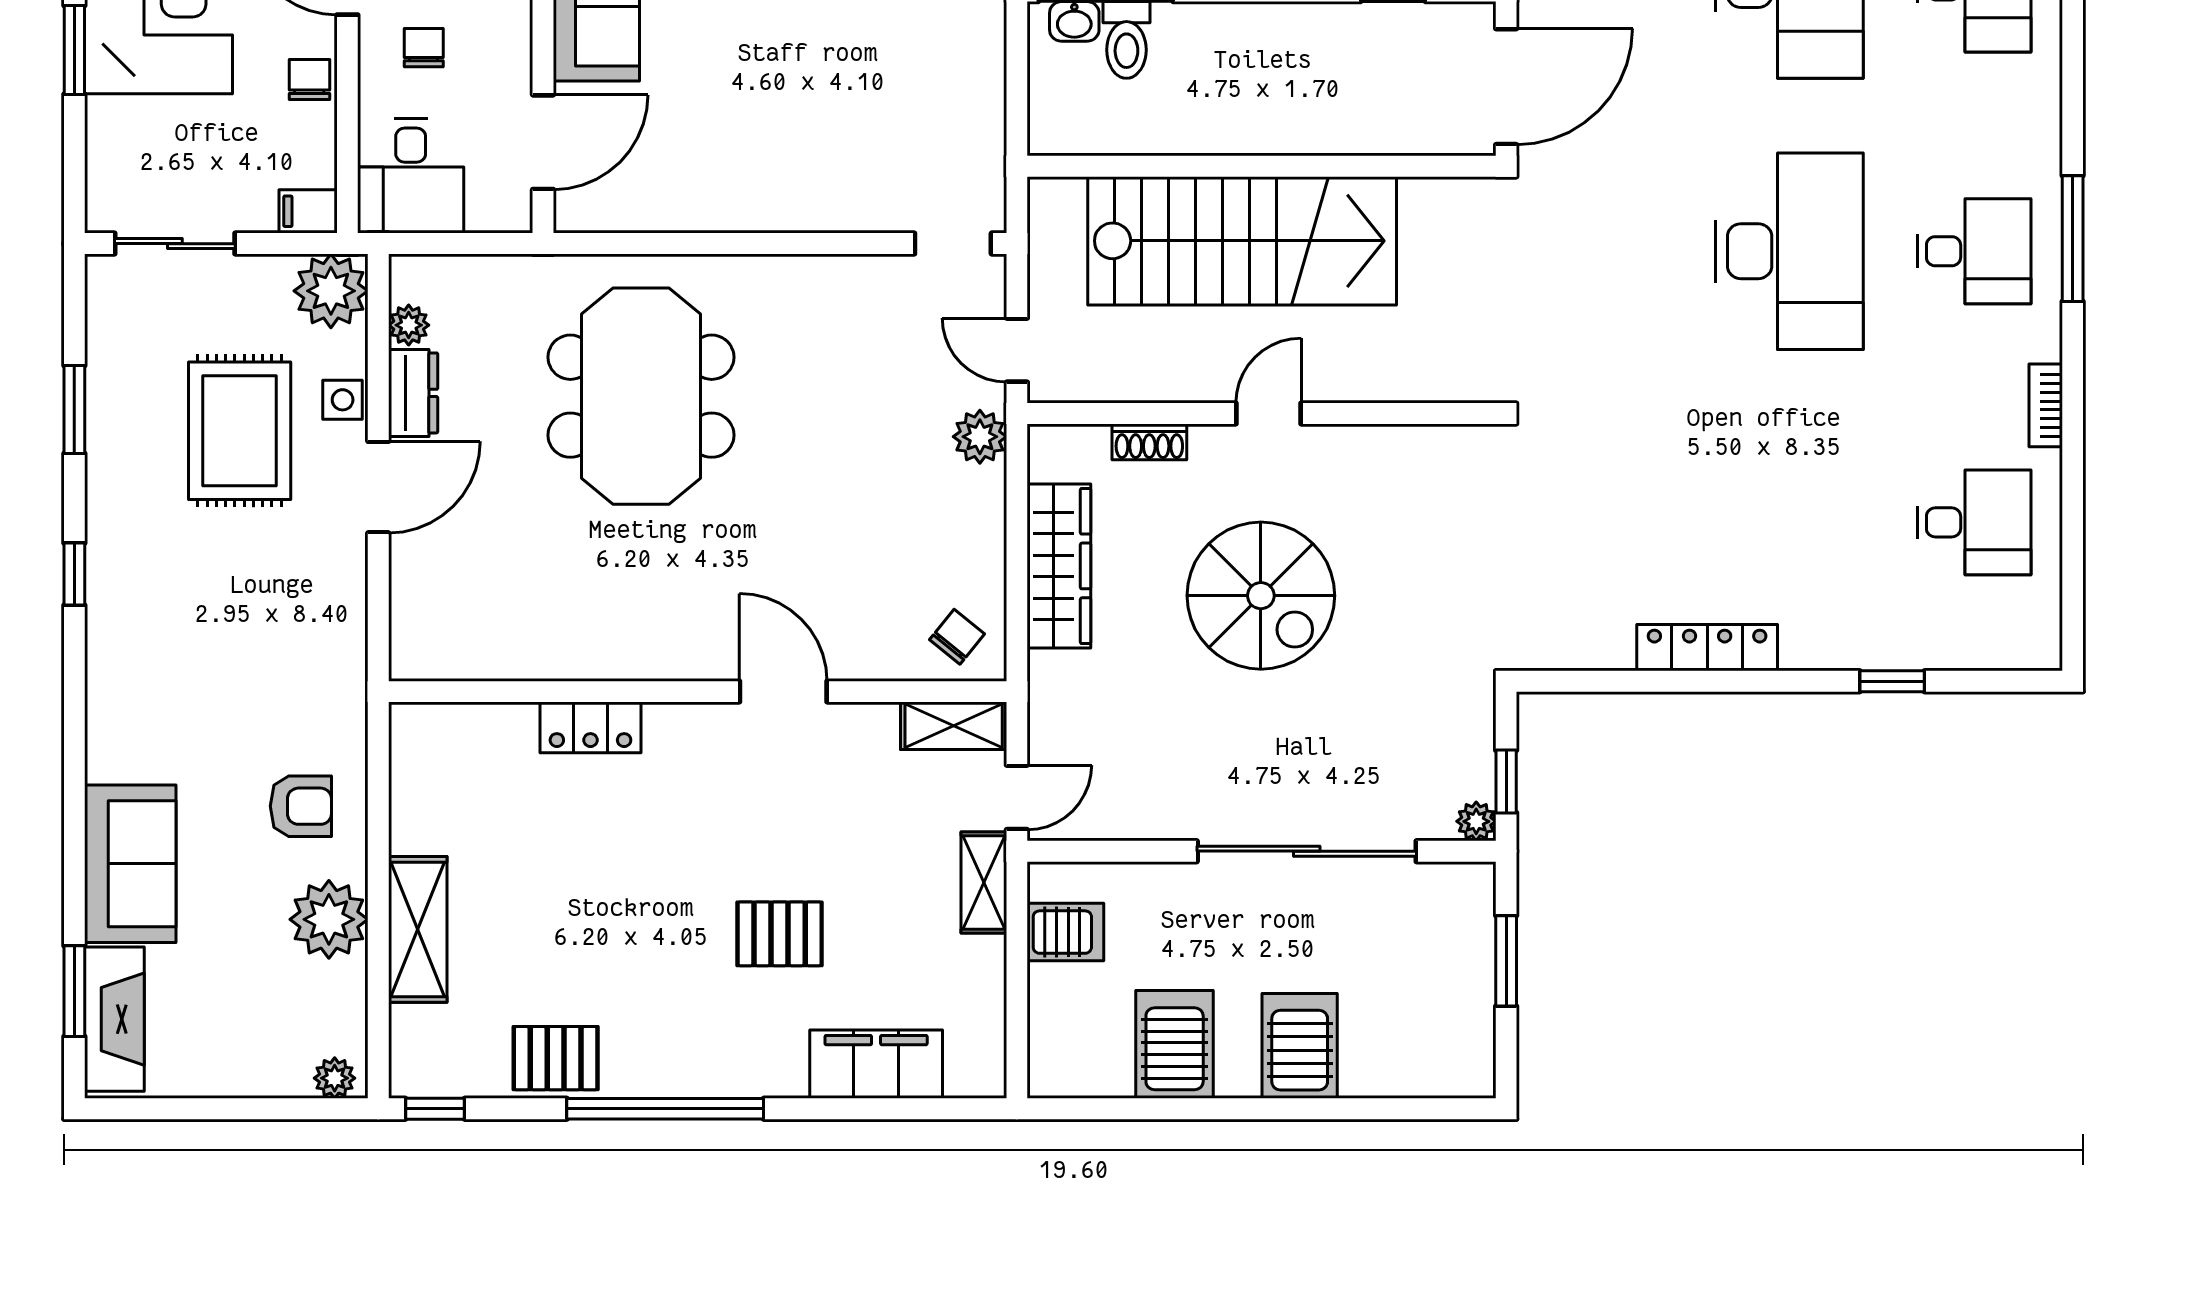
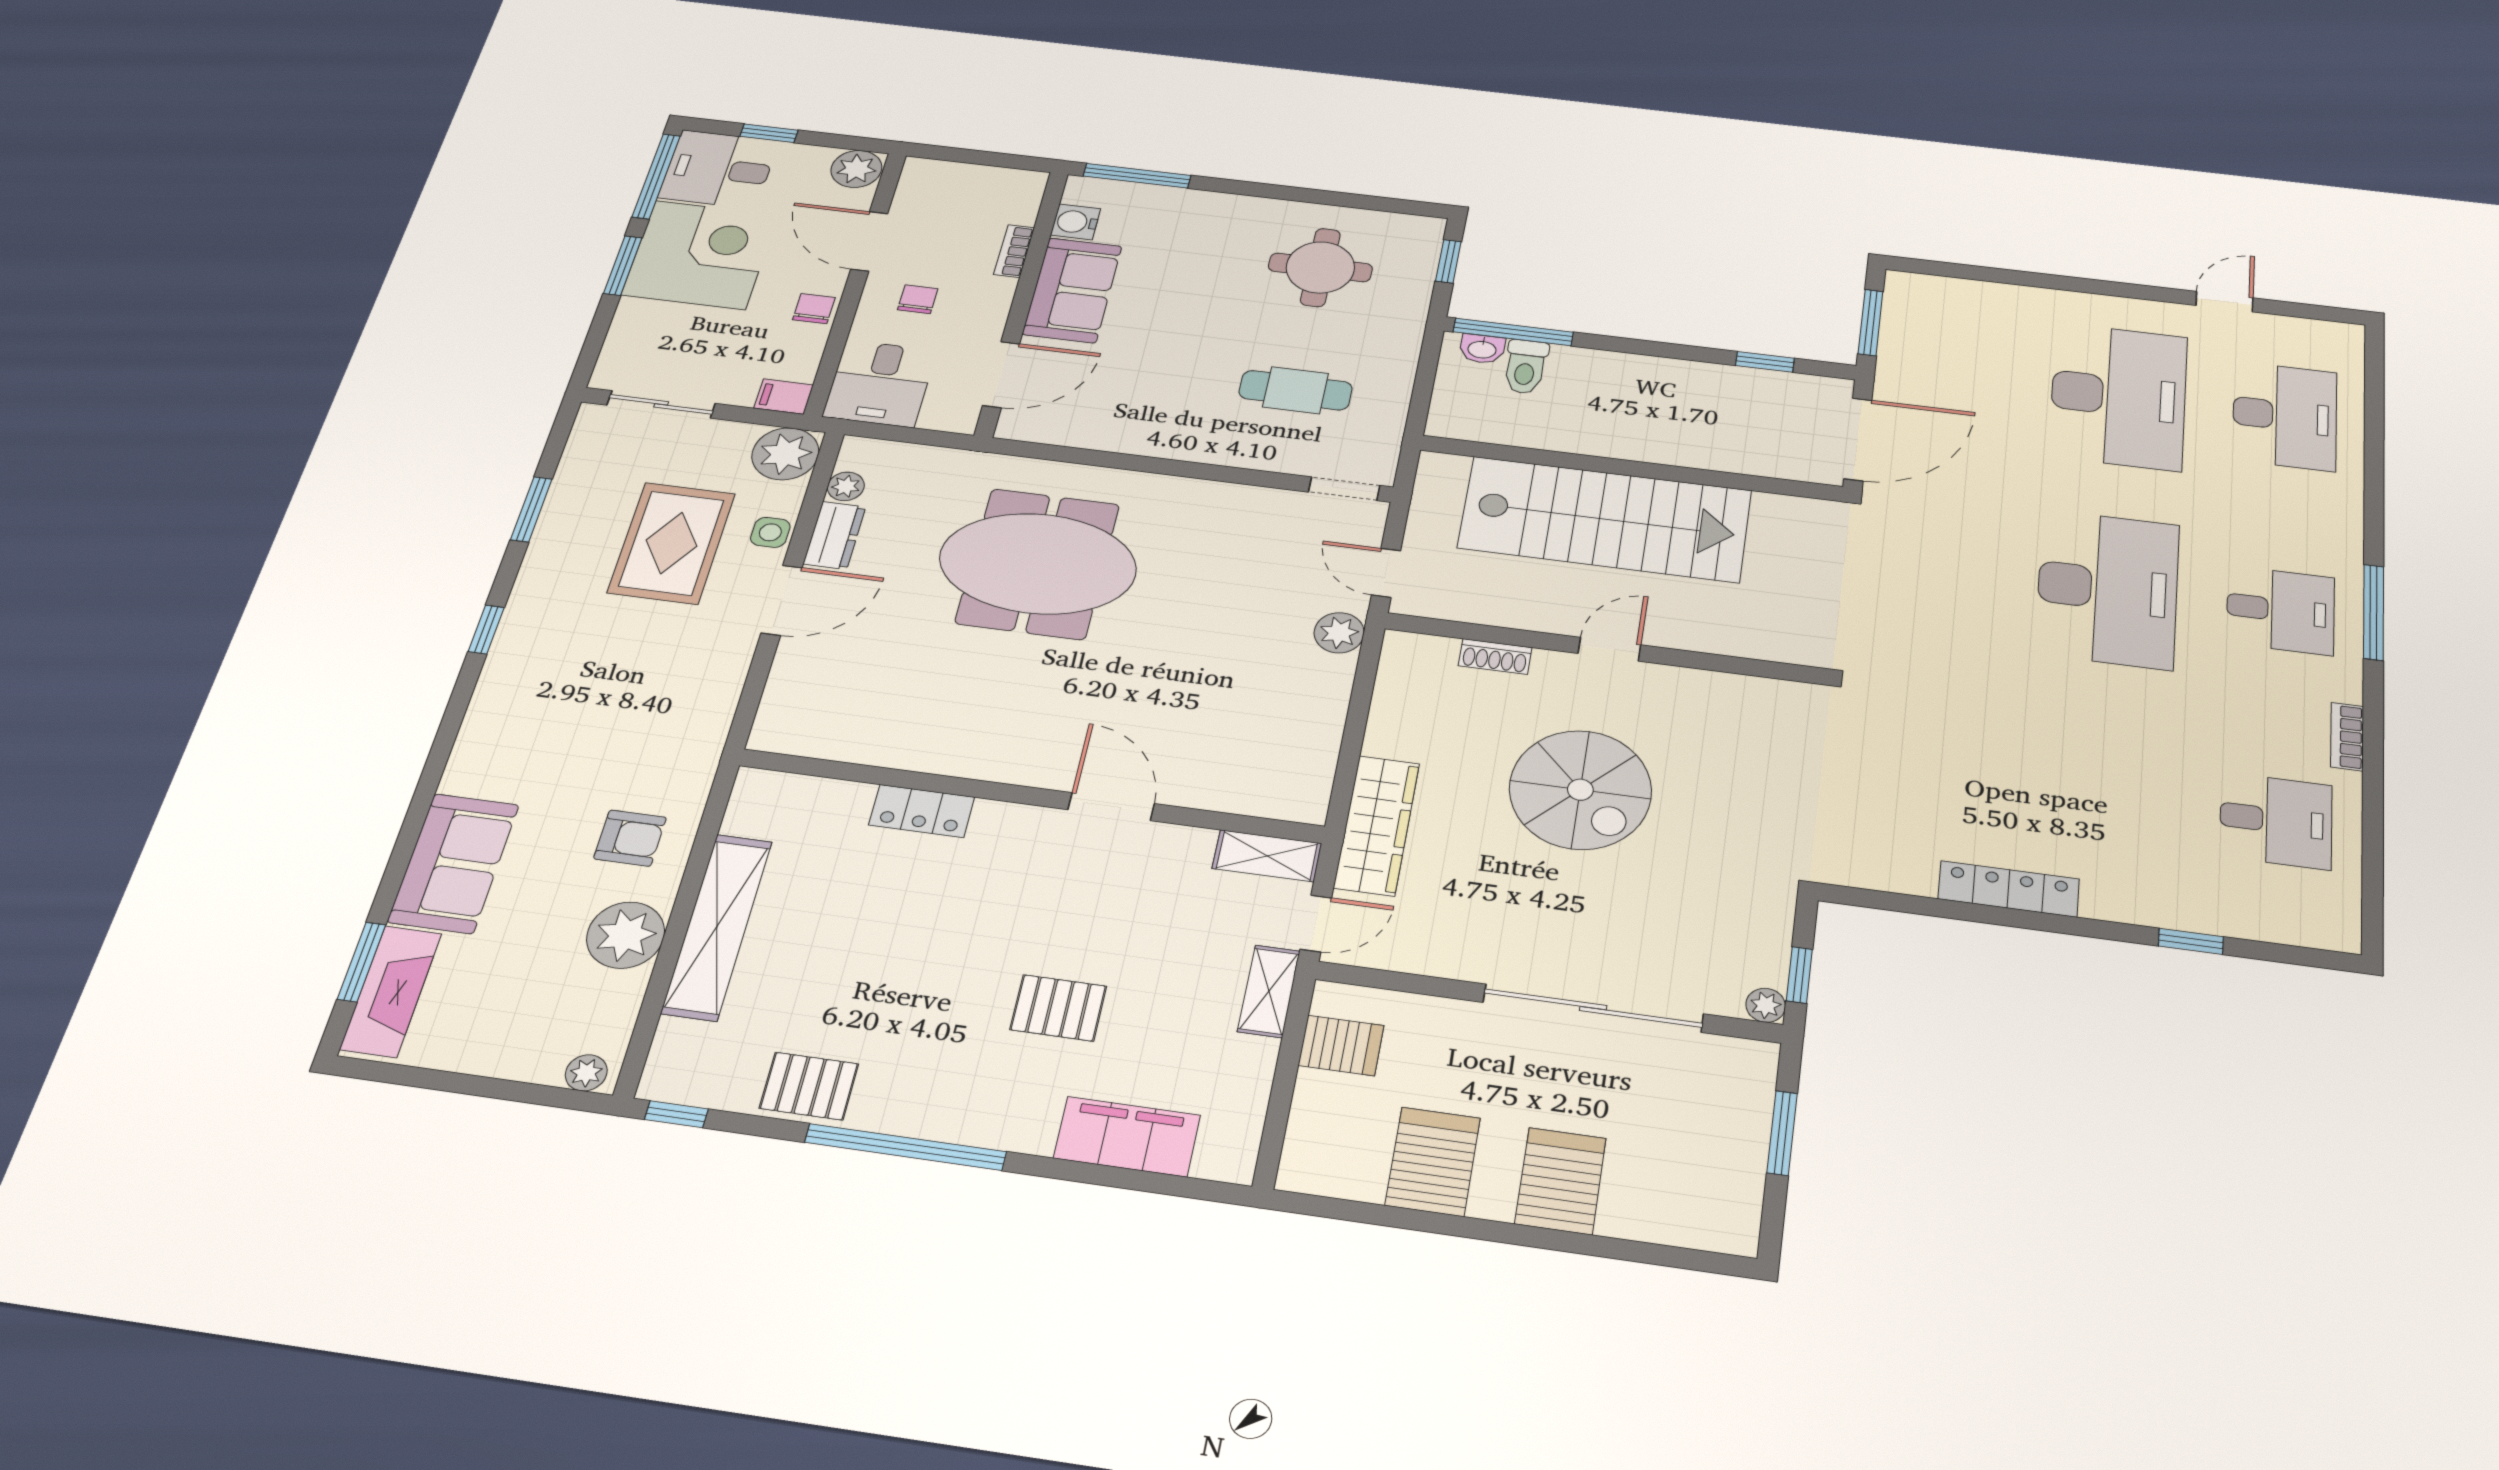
cafe table: (876, 114) -> (1295, 390), added
meeting table: (641, 396) -> (1038, 564), turned 90
wardrobe: (1059, 566) -> (1377, 825), moved
chair: (957, 637) -> (1285, 785), removed
shelving: (418, 929) -> (717, 927), width x1.47

